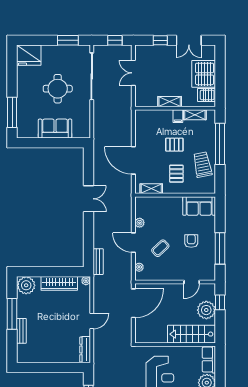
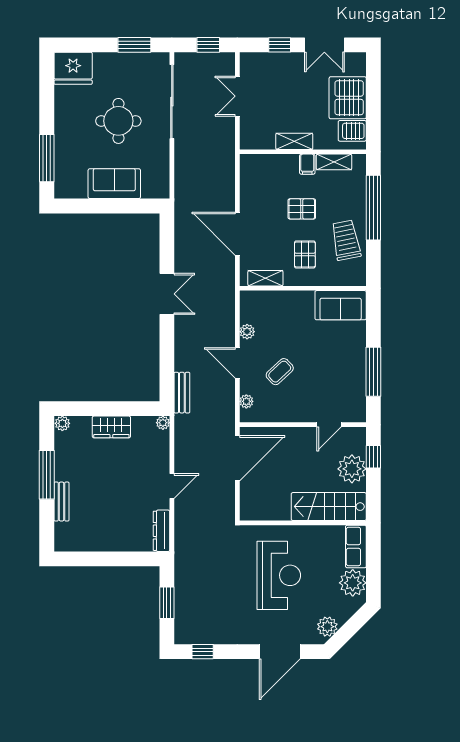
armchair: (191, 241) -> (328, 360), removed
wardrobe: (59, 283) -> (111, 427), width x0.67
plant: (26, 285) -> (62, 423), width x0.53, depth x0.53

